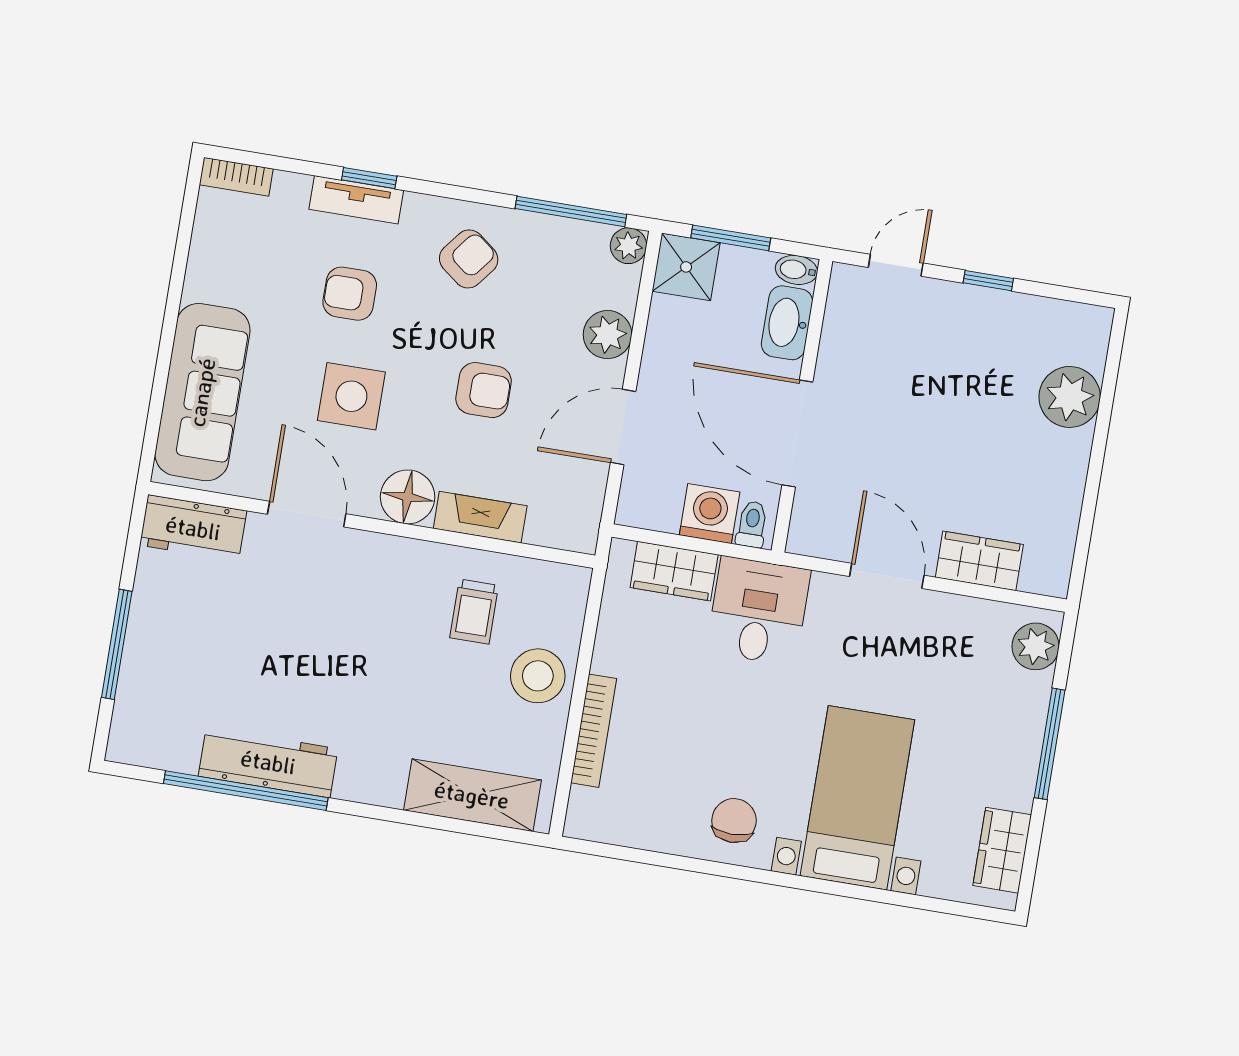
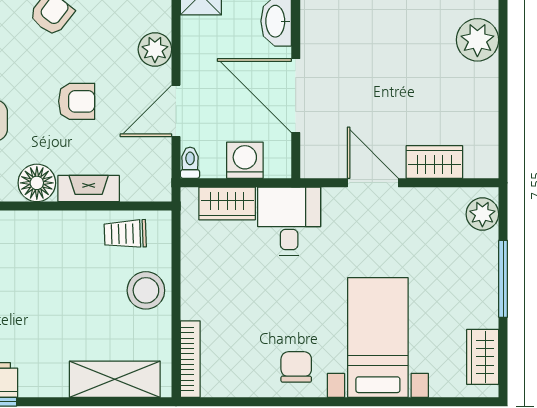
toilet: (752, 524) -> (190, 163), moved
trolley: (474, 612) -> (125, 234), moved, turned 88
bookcase: (594, 731) -> (190, 359), moved

